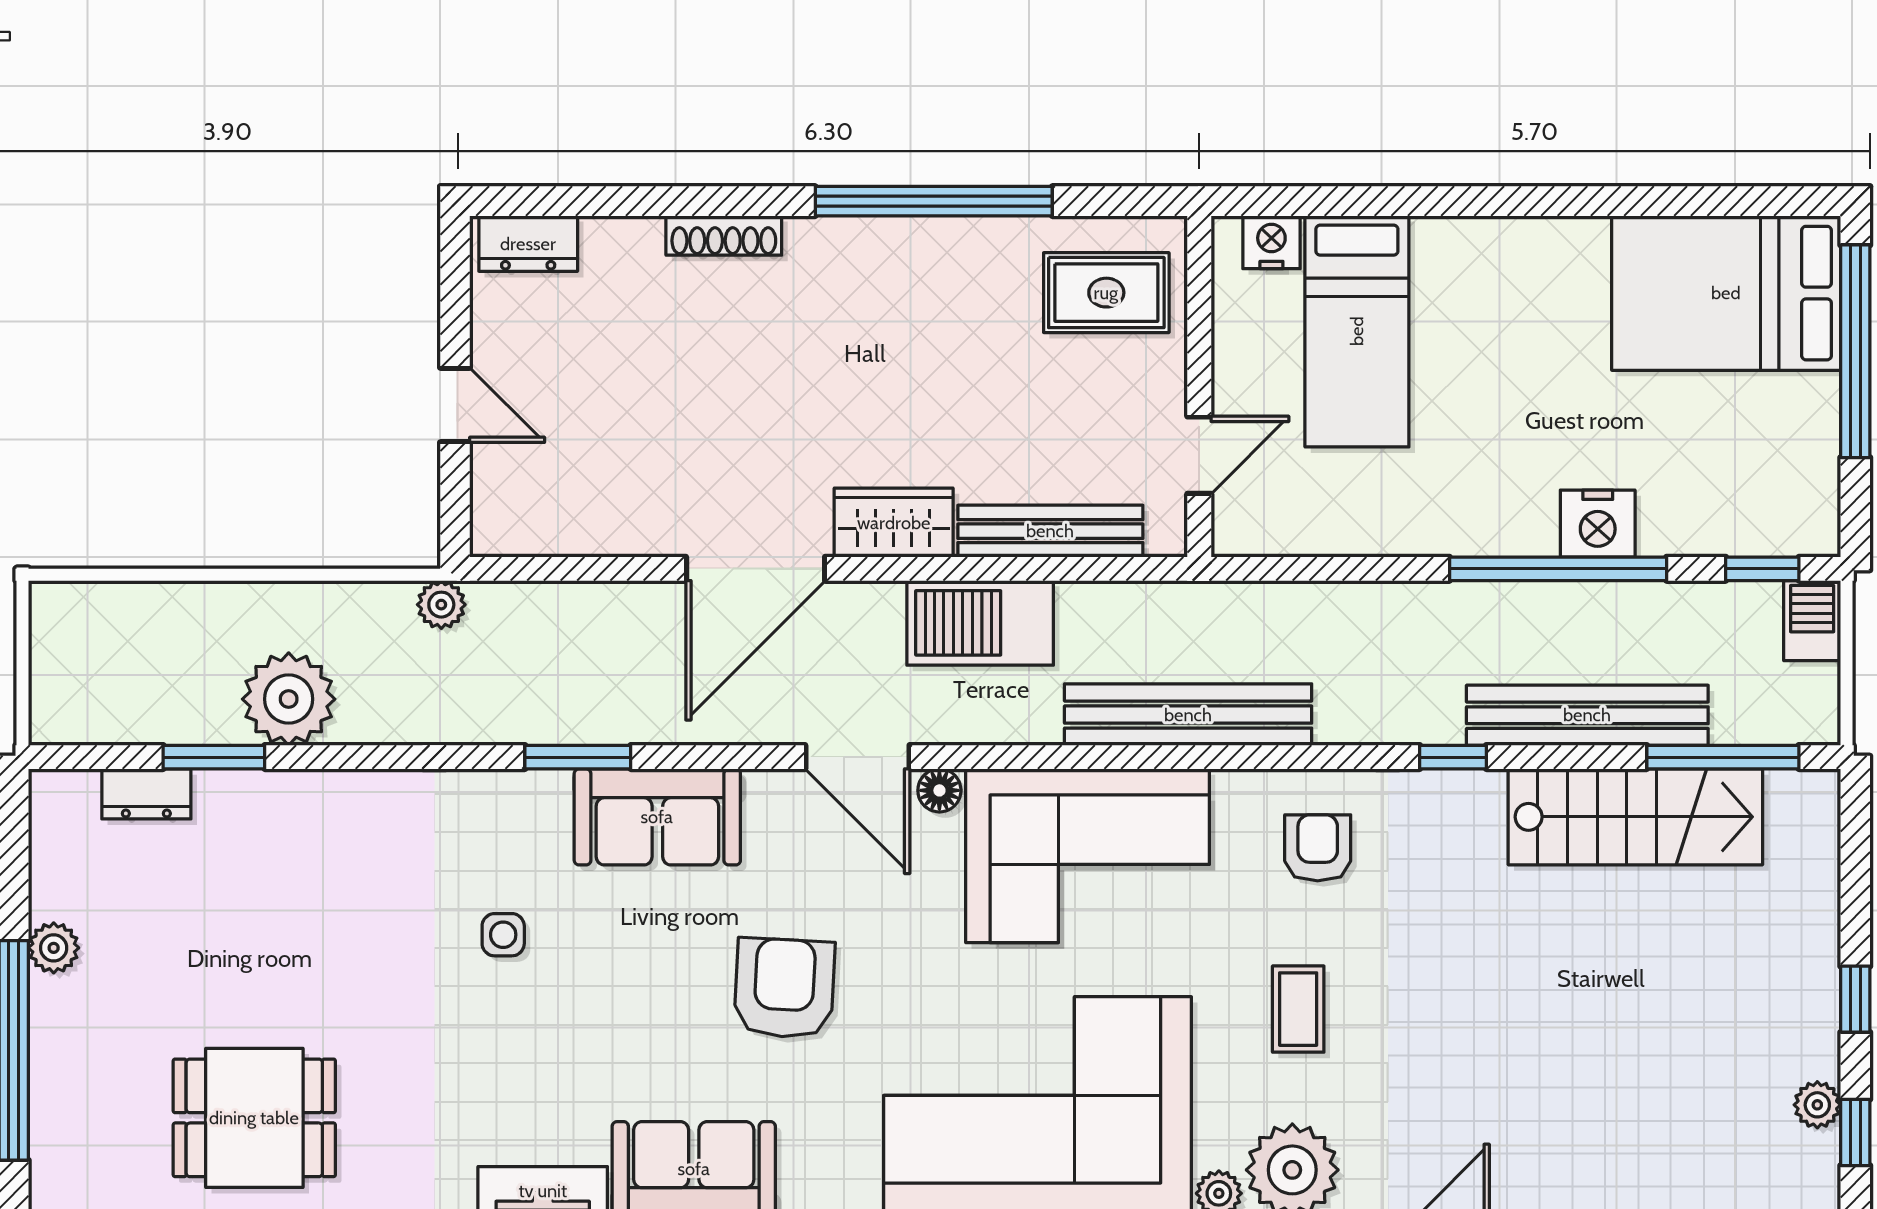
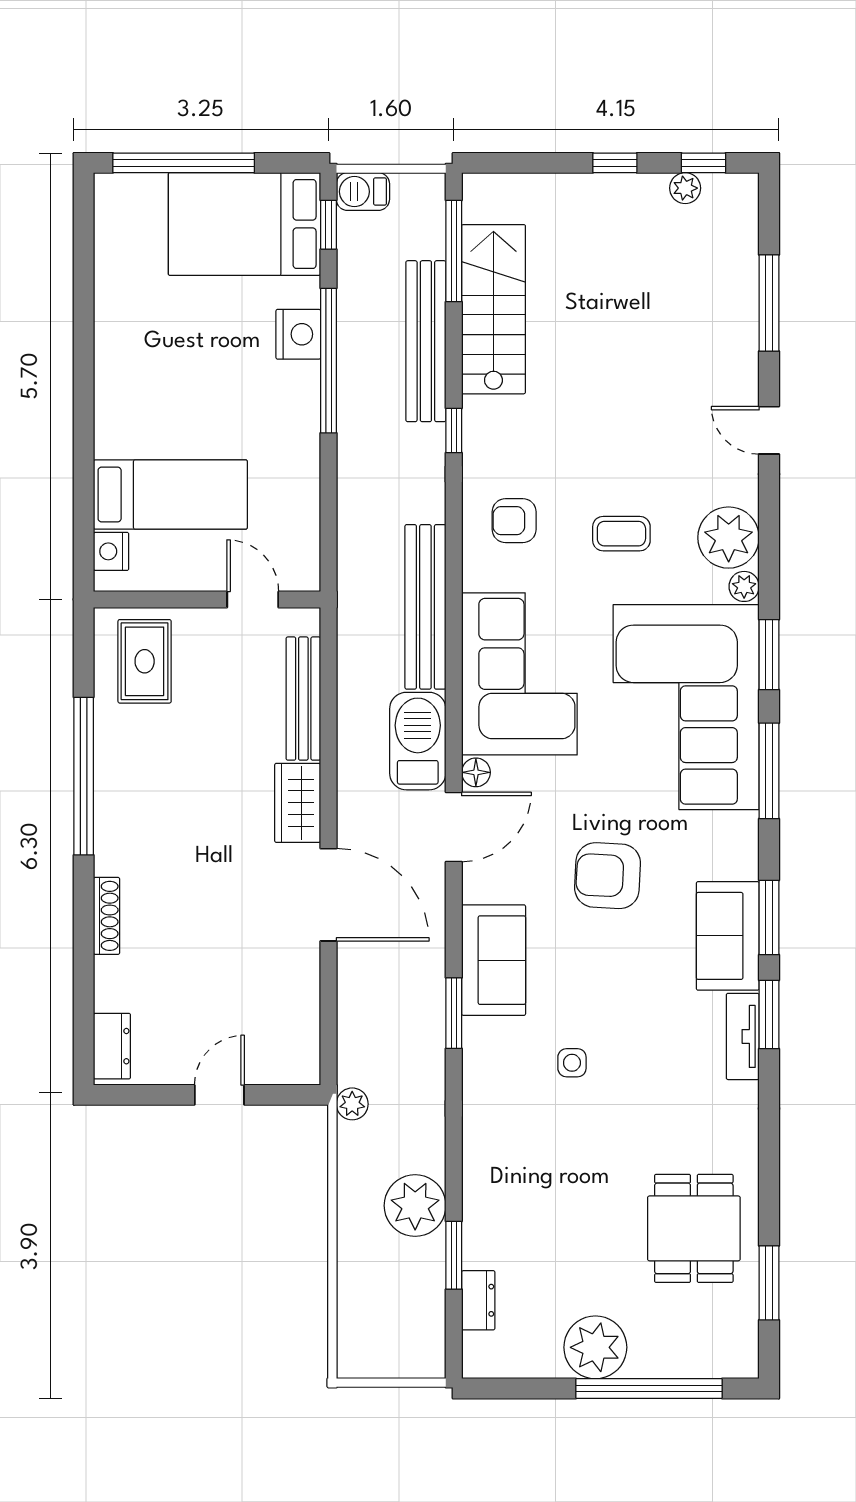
bed: (1726, 293) -> (244, 224), moved, turned 90
barbecue: (980, 623) -> (418, 741), moved, turned 180
plant: (54, 948) -> (595, 1347), width x1.87, depth x1.87

